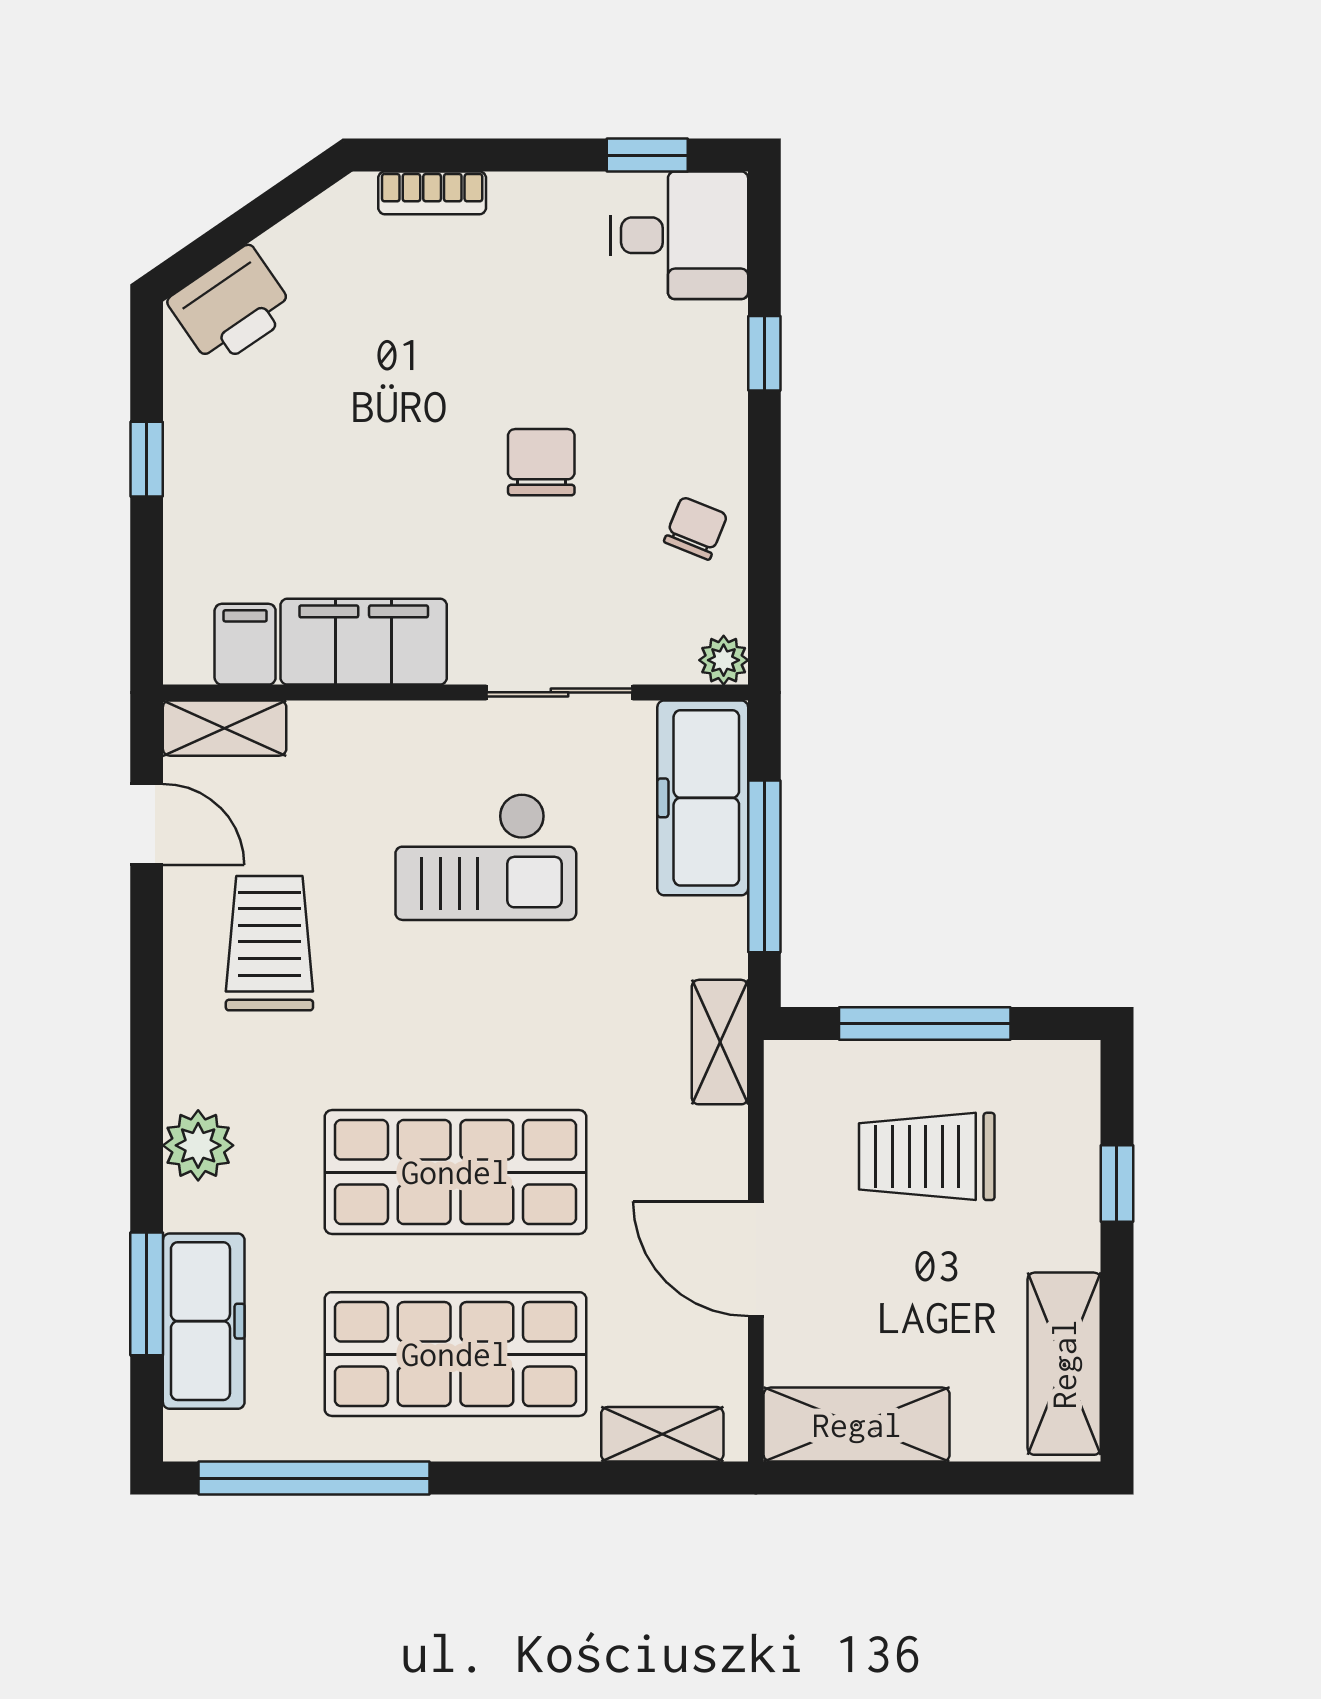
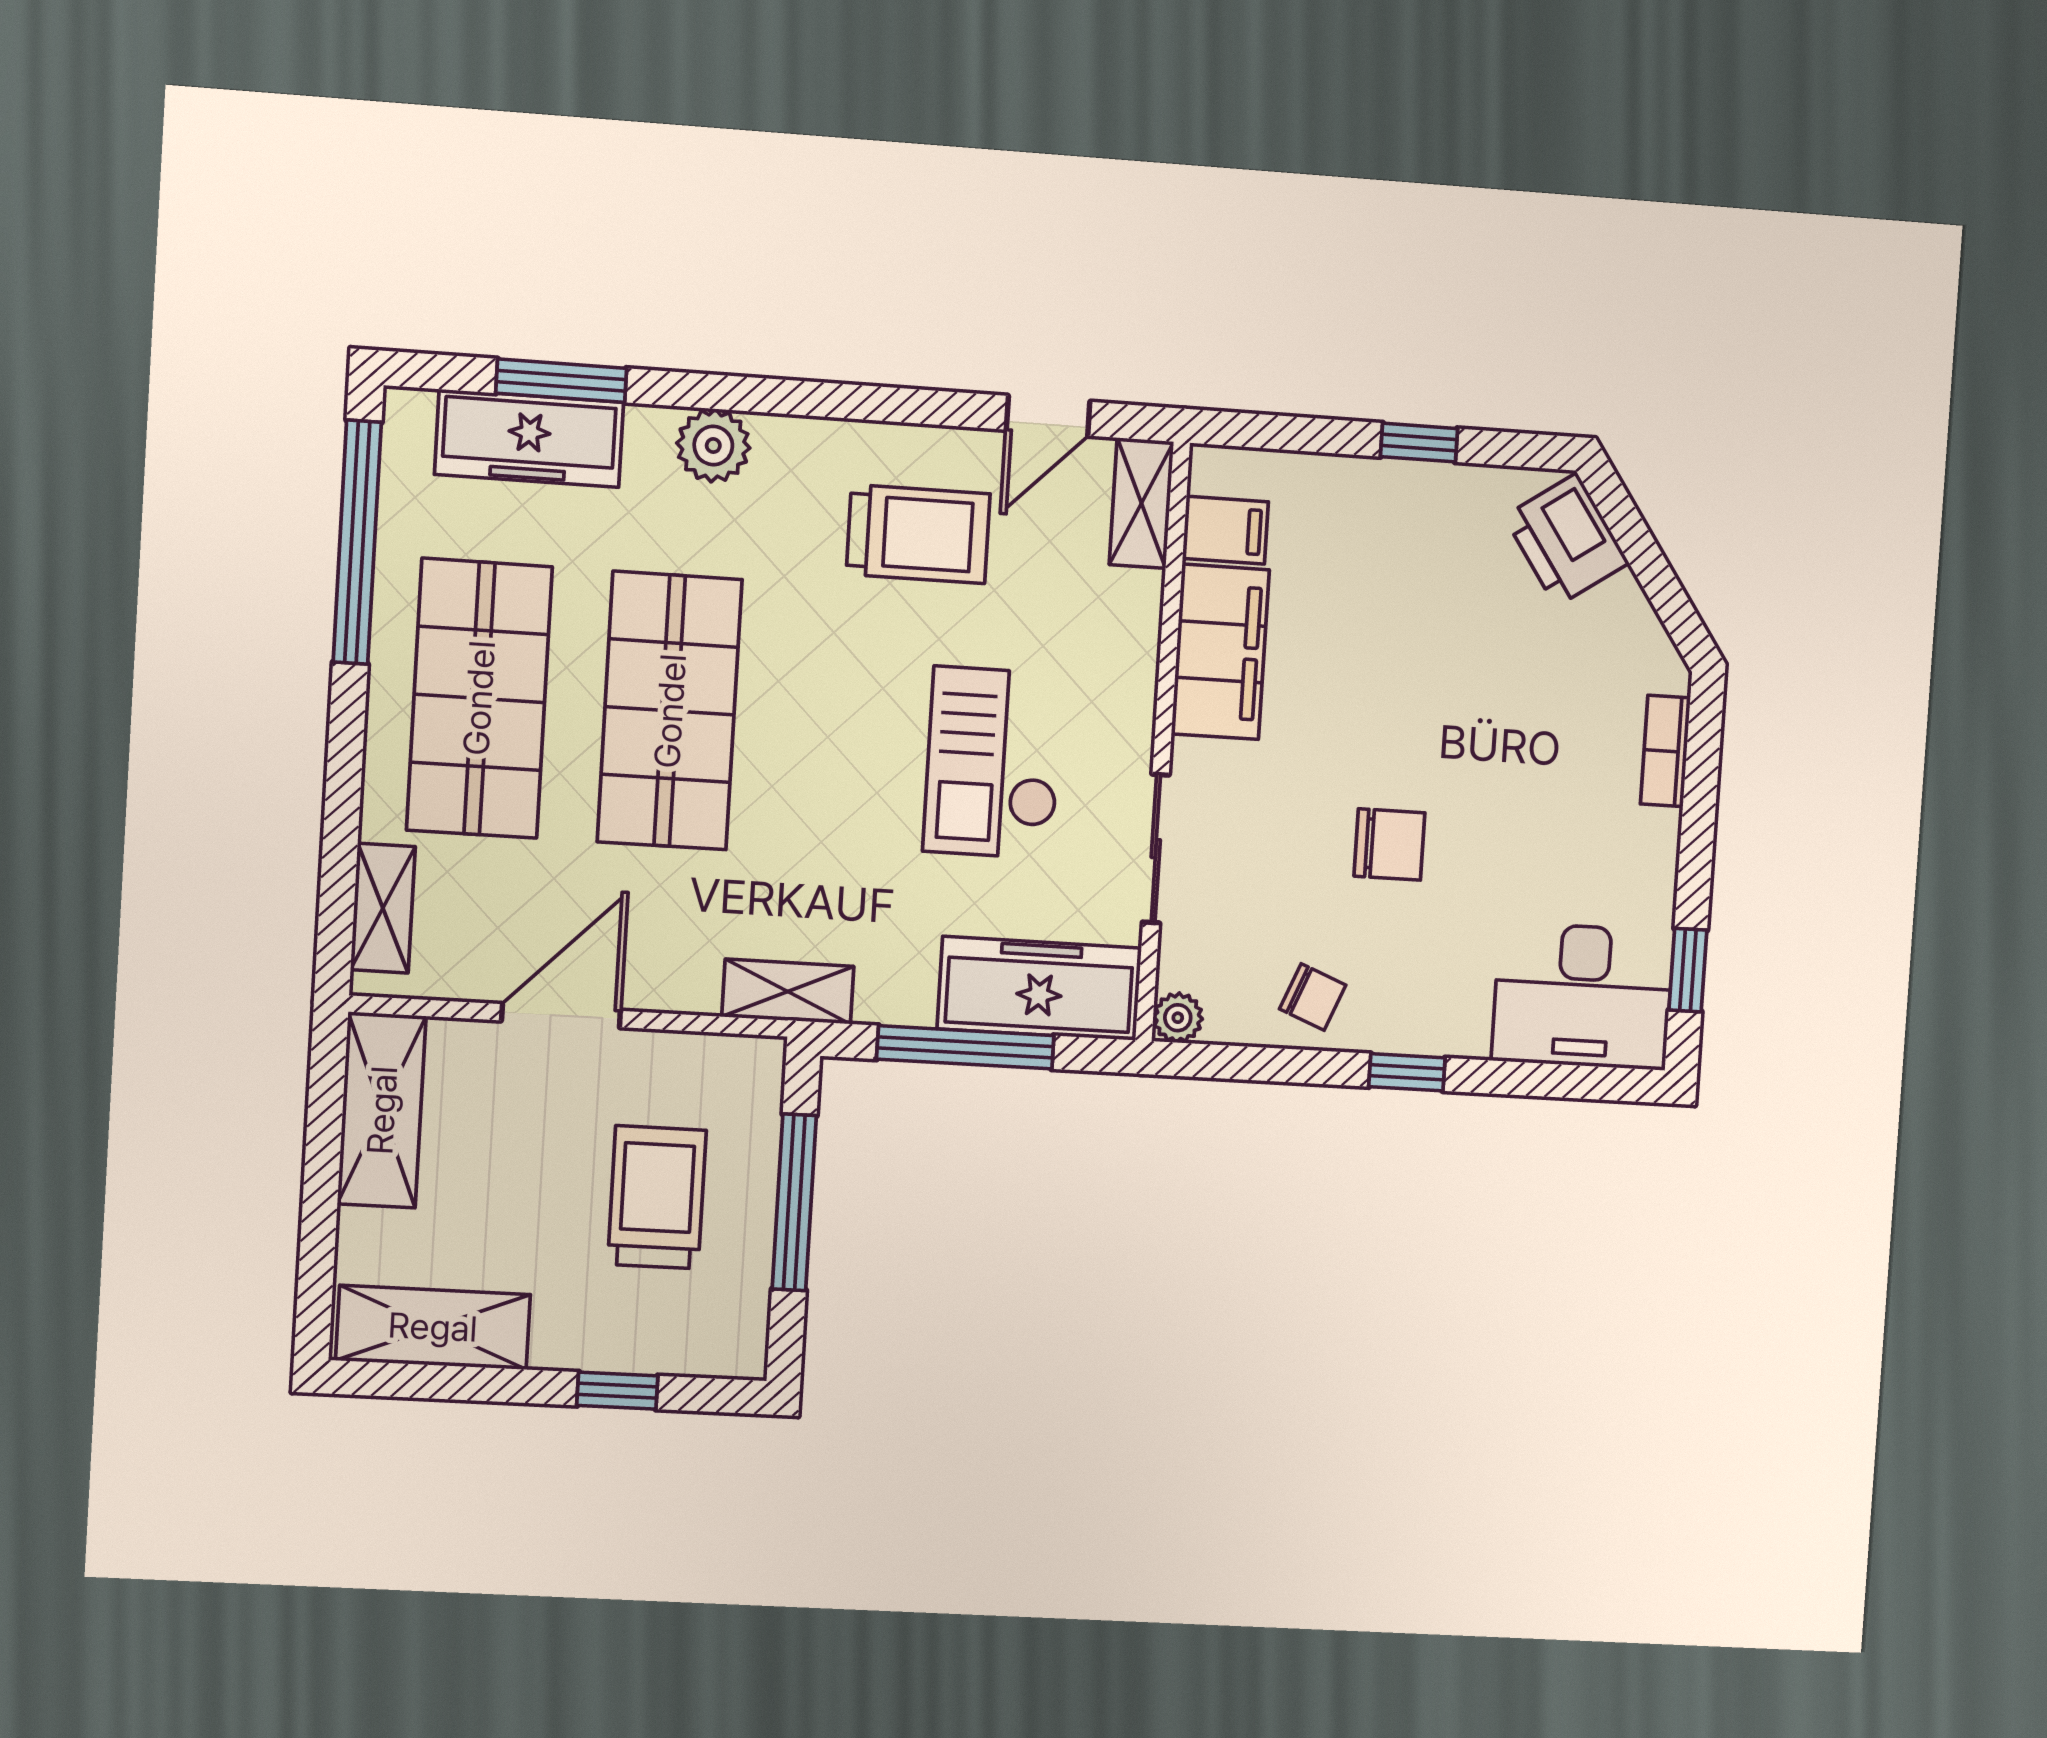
desk: (679, 235) -> (1583, 996), width x1.37
window: (764, 353) -> (1407, 1072), moved

